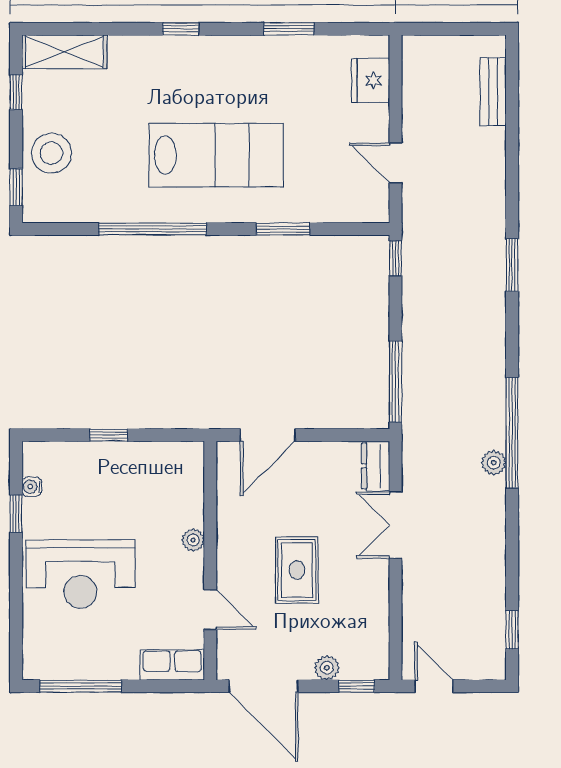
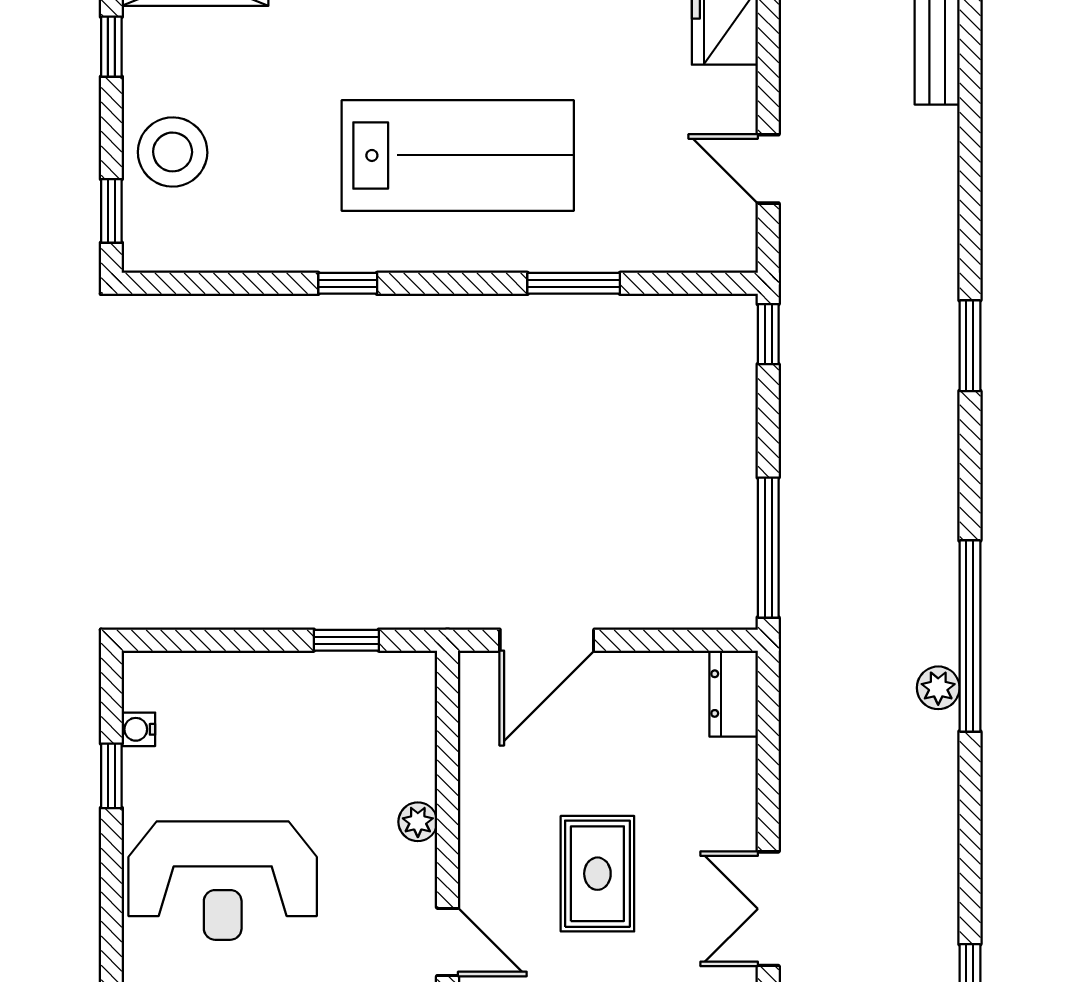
window: (153, 229) -> (348, 283), width x0.32
window: (109, 435) -> (346, 640), moved
double door: (396, 525) -> (768, 909), moved

